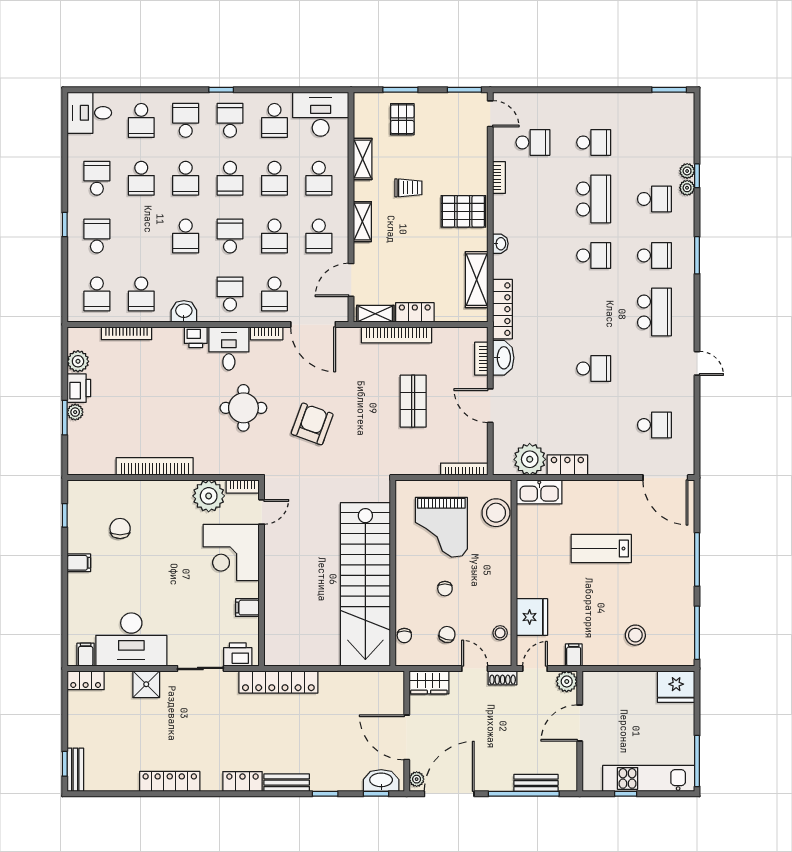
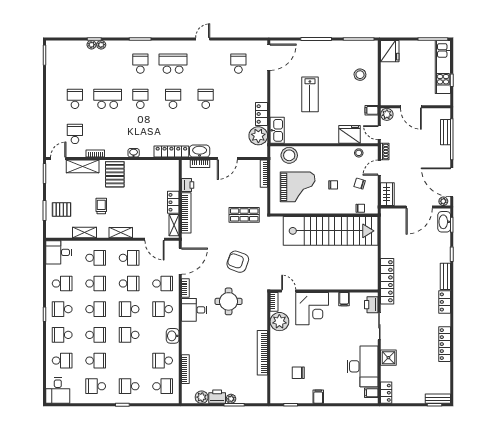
desk: (321, 114) -> (59, 252), width x0.73
school desk: (654, 199) -> (173, 99), moved
school desk: (186, 236) -> (129, 335), turned 180
shelving: (477, 280) -> (83, 166), moved
school desk: (141, 294) -> (163, 361), turned 180
printer: (196, 337) -> (188, 185), moved
shop shelf: (413, 401) -> (244, 215), moved

